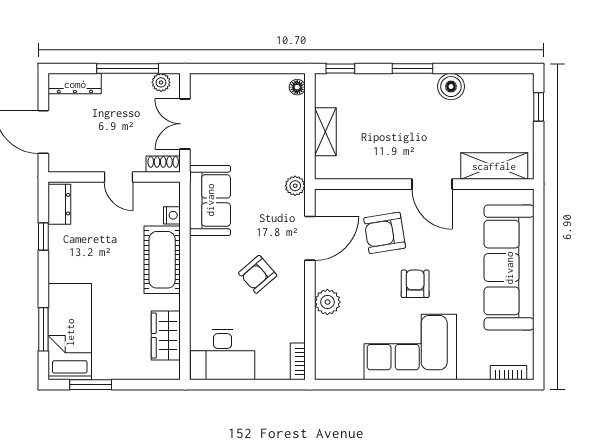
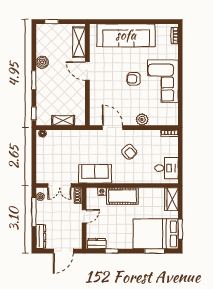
door: (432, 184) -> (87, 71), swing flipped
plant: (295, 186) -> (88, 134), removed
armchair: (385, 233) -> (110, 93), removed
bed: (70, 332) -> (156, 234), width x1.50
wardrobe: (166, 335) -> (171, 199), moved, turned 90
desk: (222, 355) -> (166, 168), width x0.73

